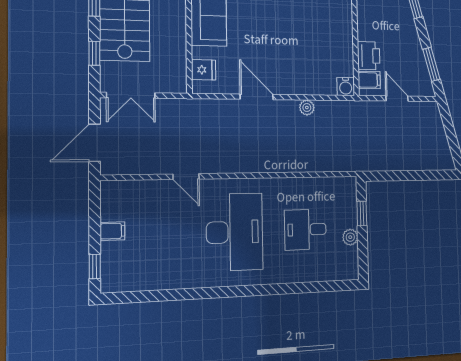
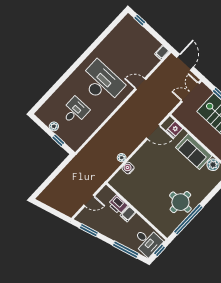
filing cabinet: (369, 80) -> (128, 214), moved
water cooler: (346, 87) -> (128, 168), moved
door: (257, 97) -> (153, 132), moved
filing cabinet: (112, 231) -> (162, 53), moved
desk: (235, 232) -> (102, 83), turned 180

